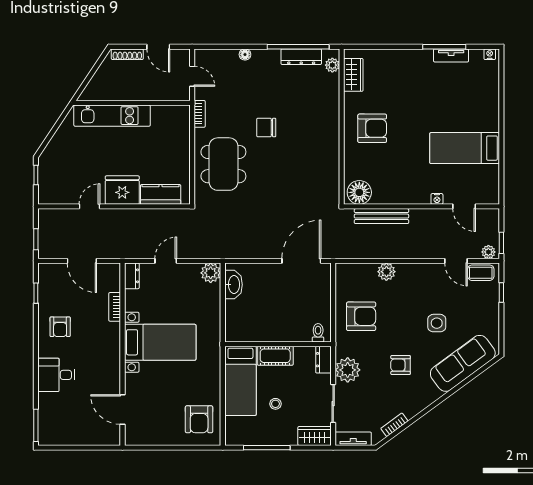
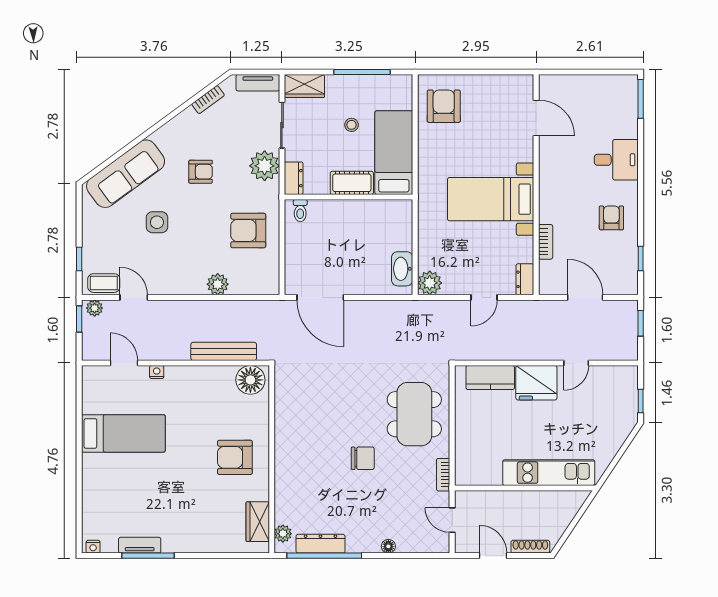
door: (301, 261) -> (320, 297), hinge flipped

